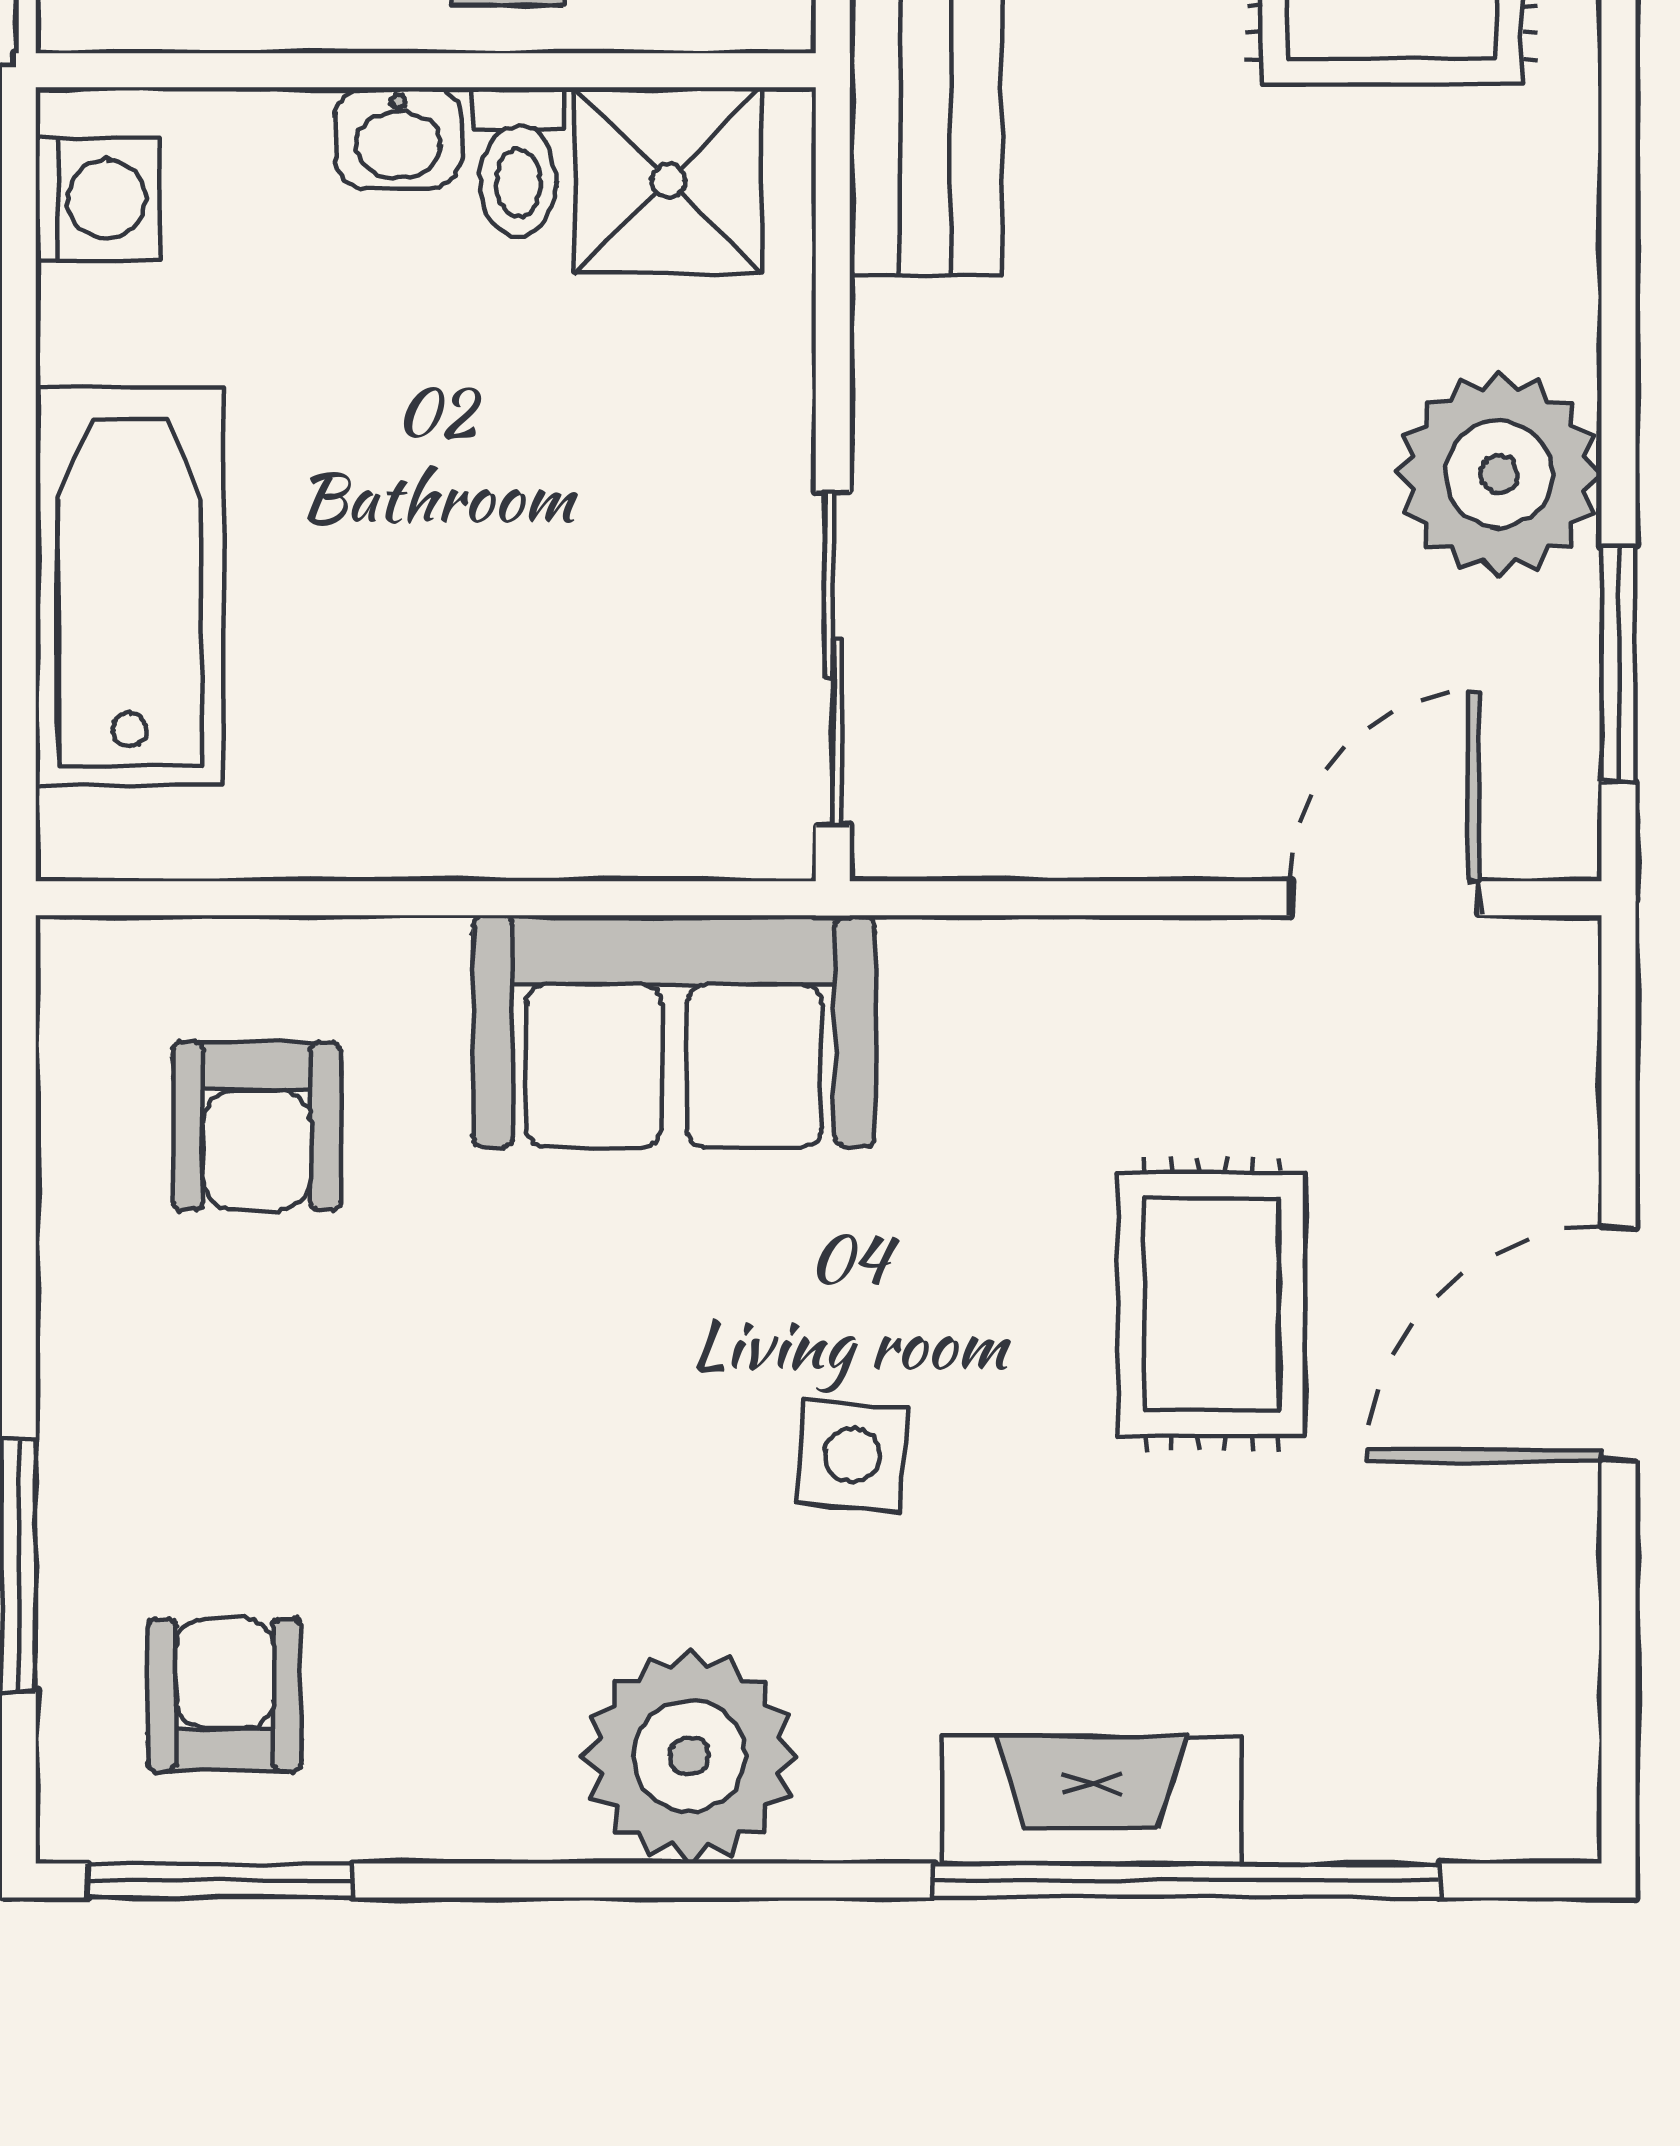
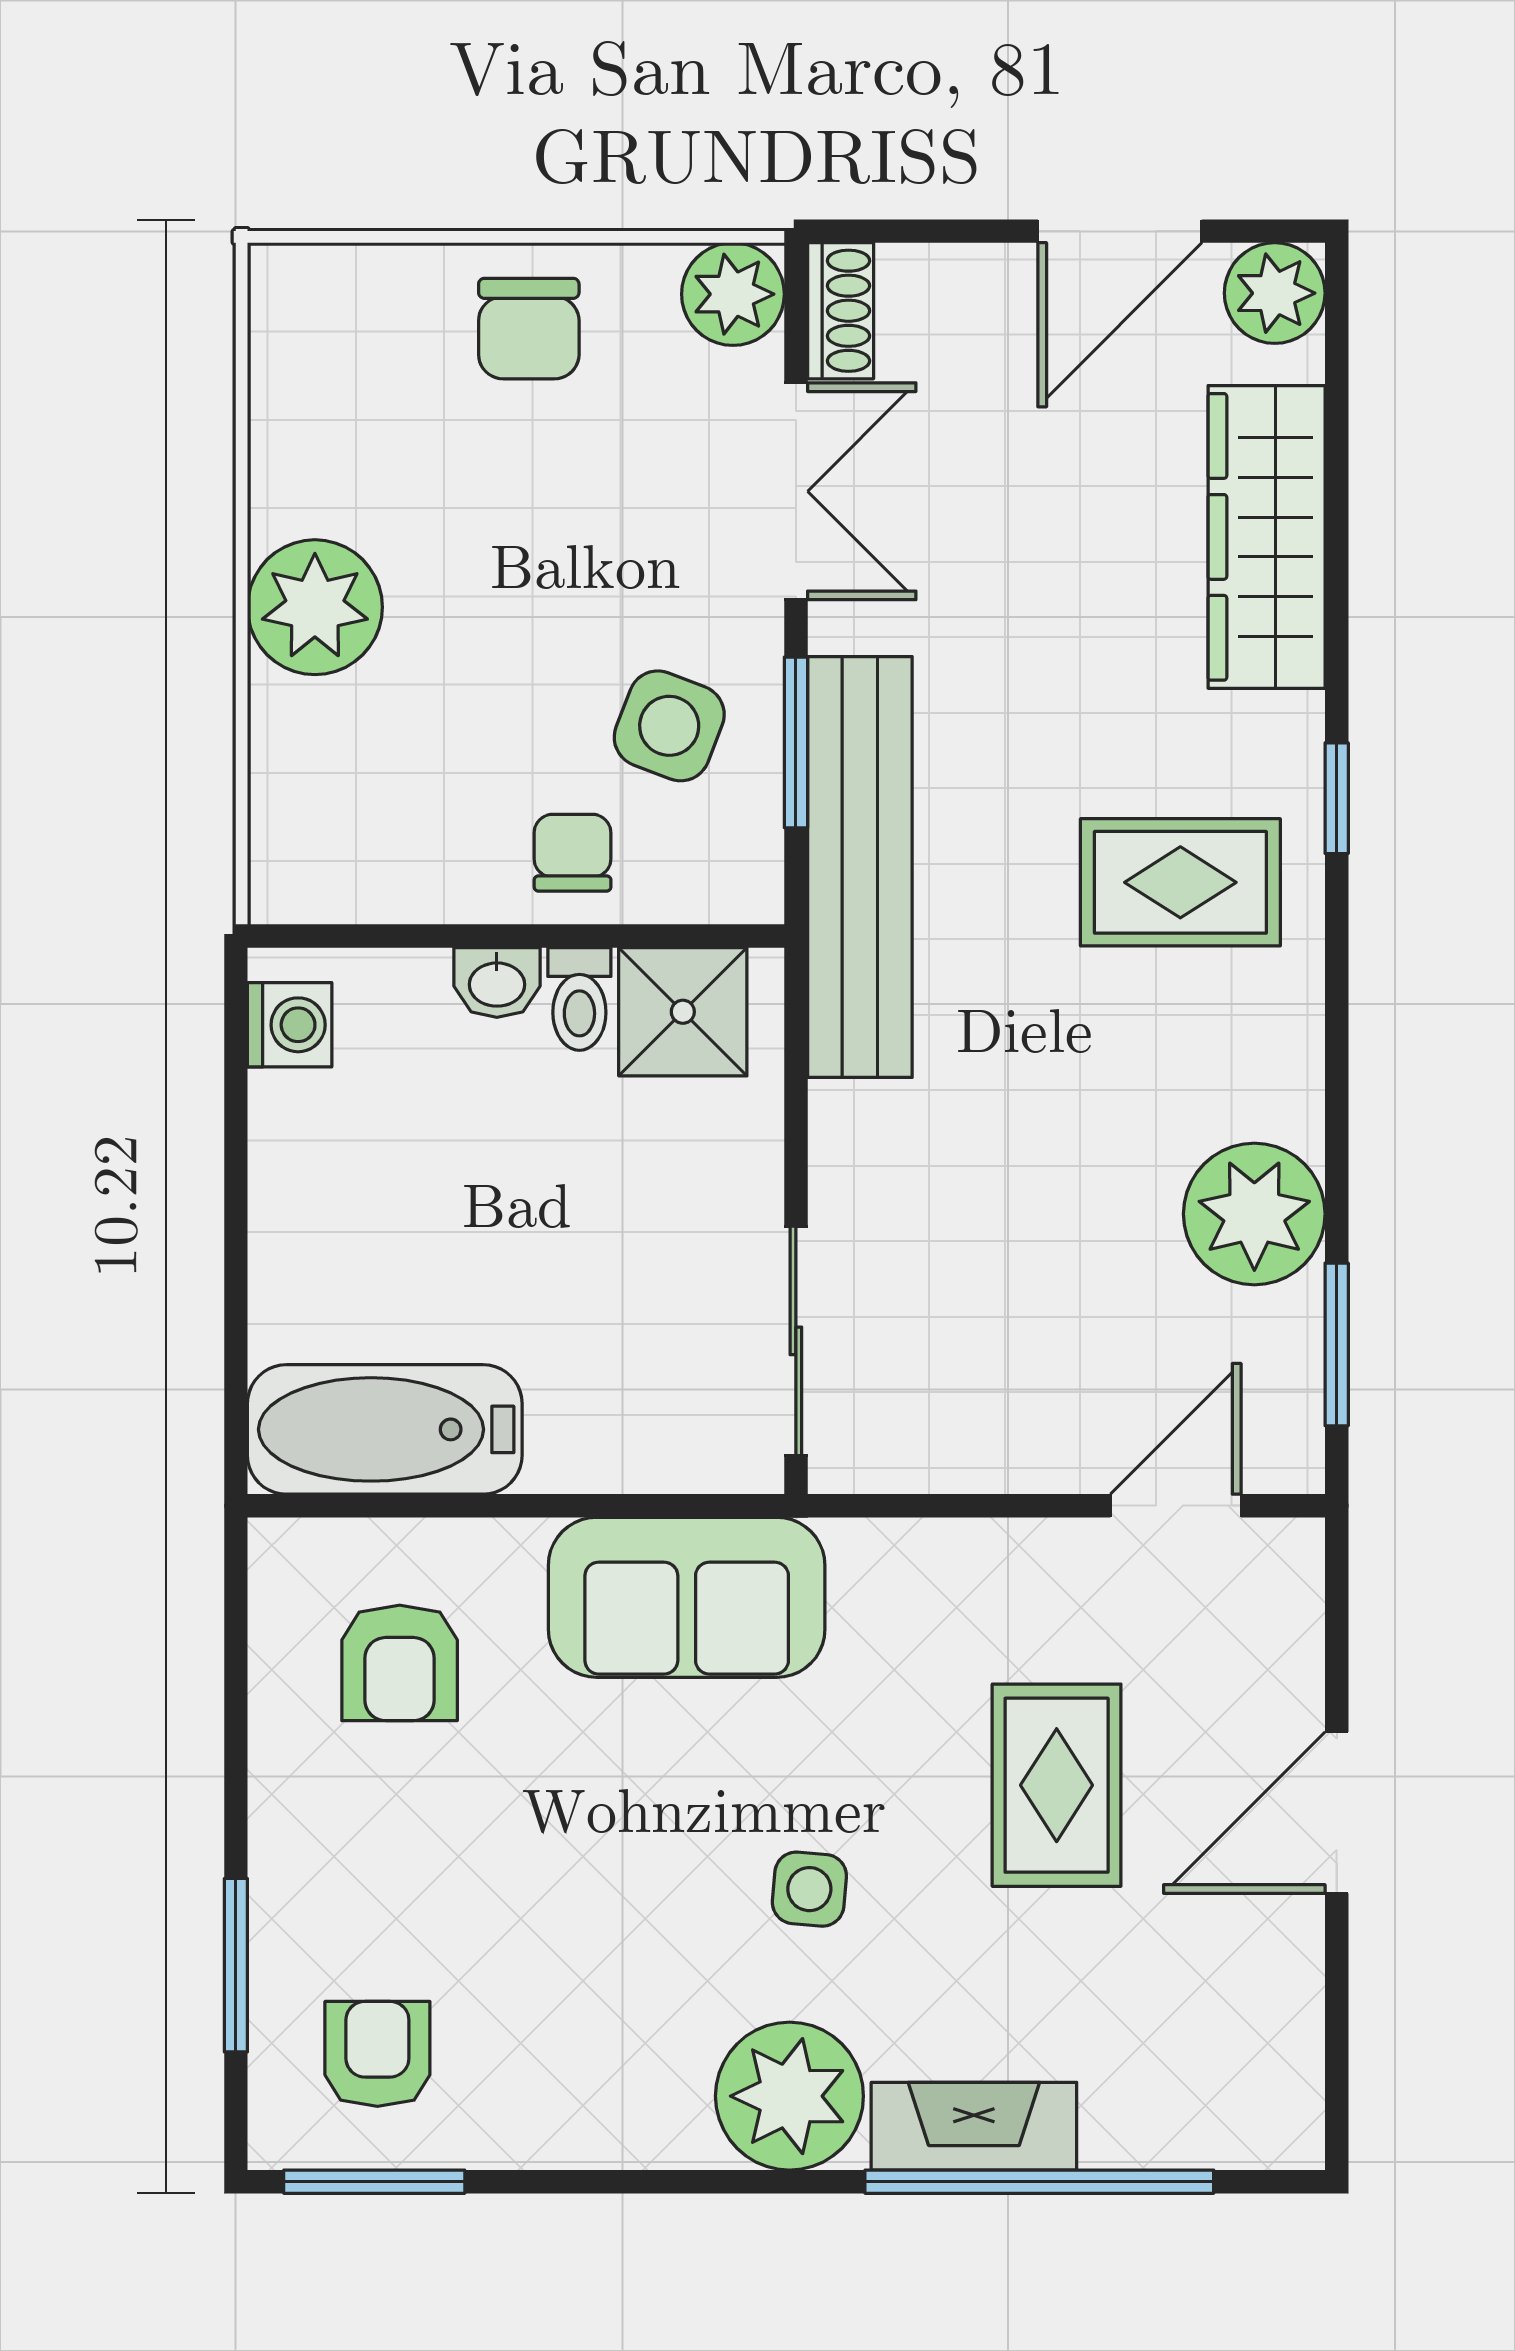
bathtub: (130, 587) -> (385, 1429), moved, turned -90
plant: (690, 1756) -> (789, 2096), moved

